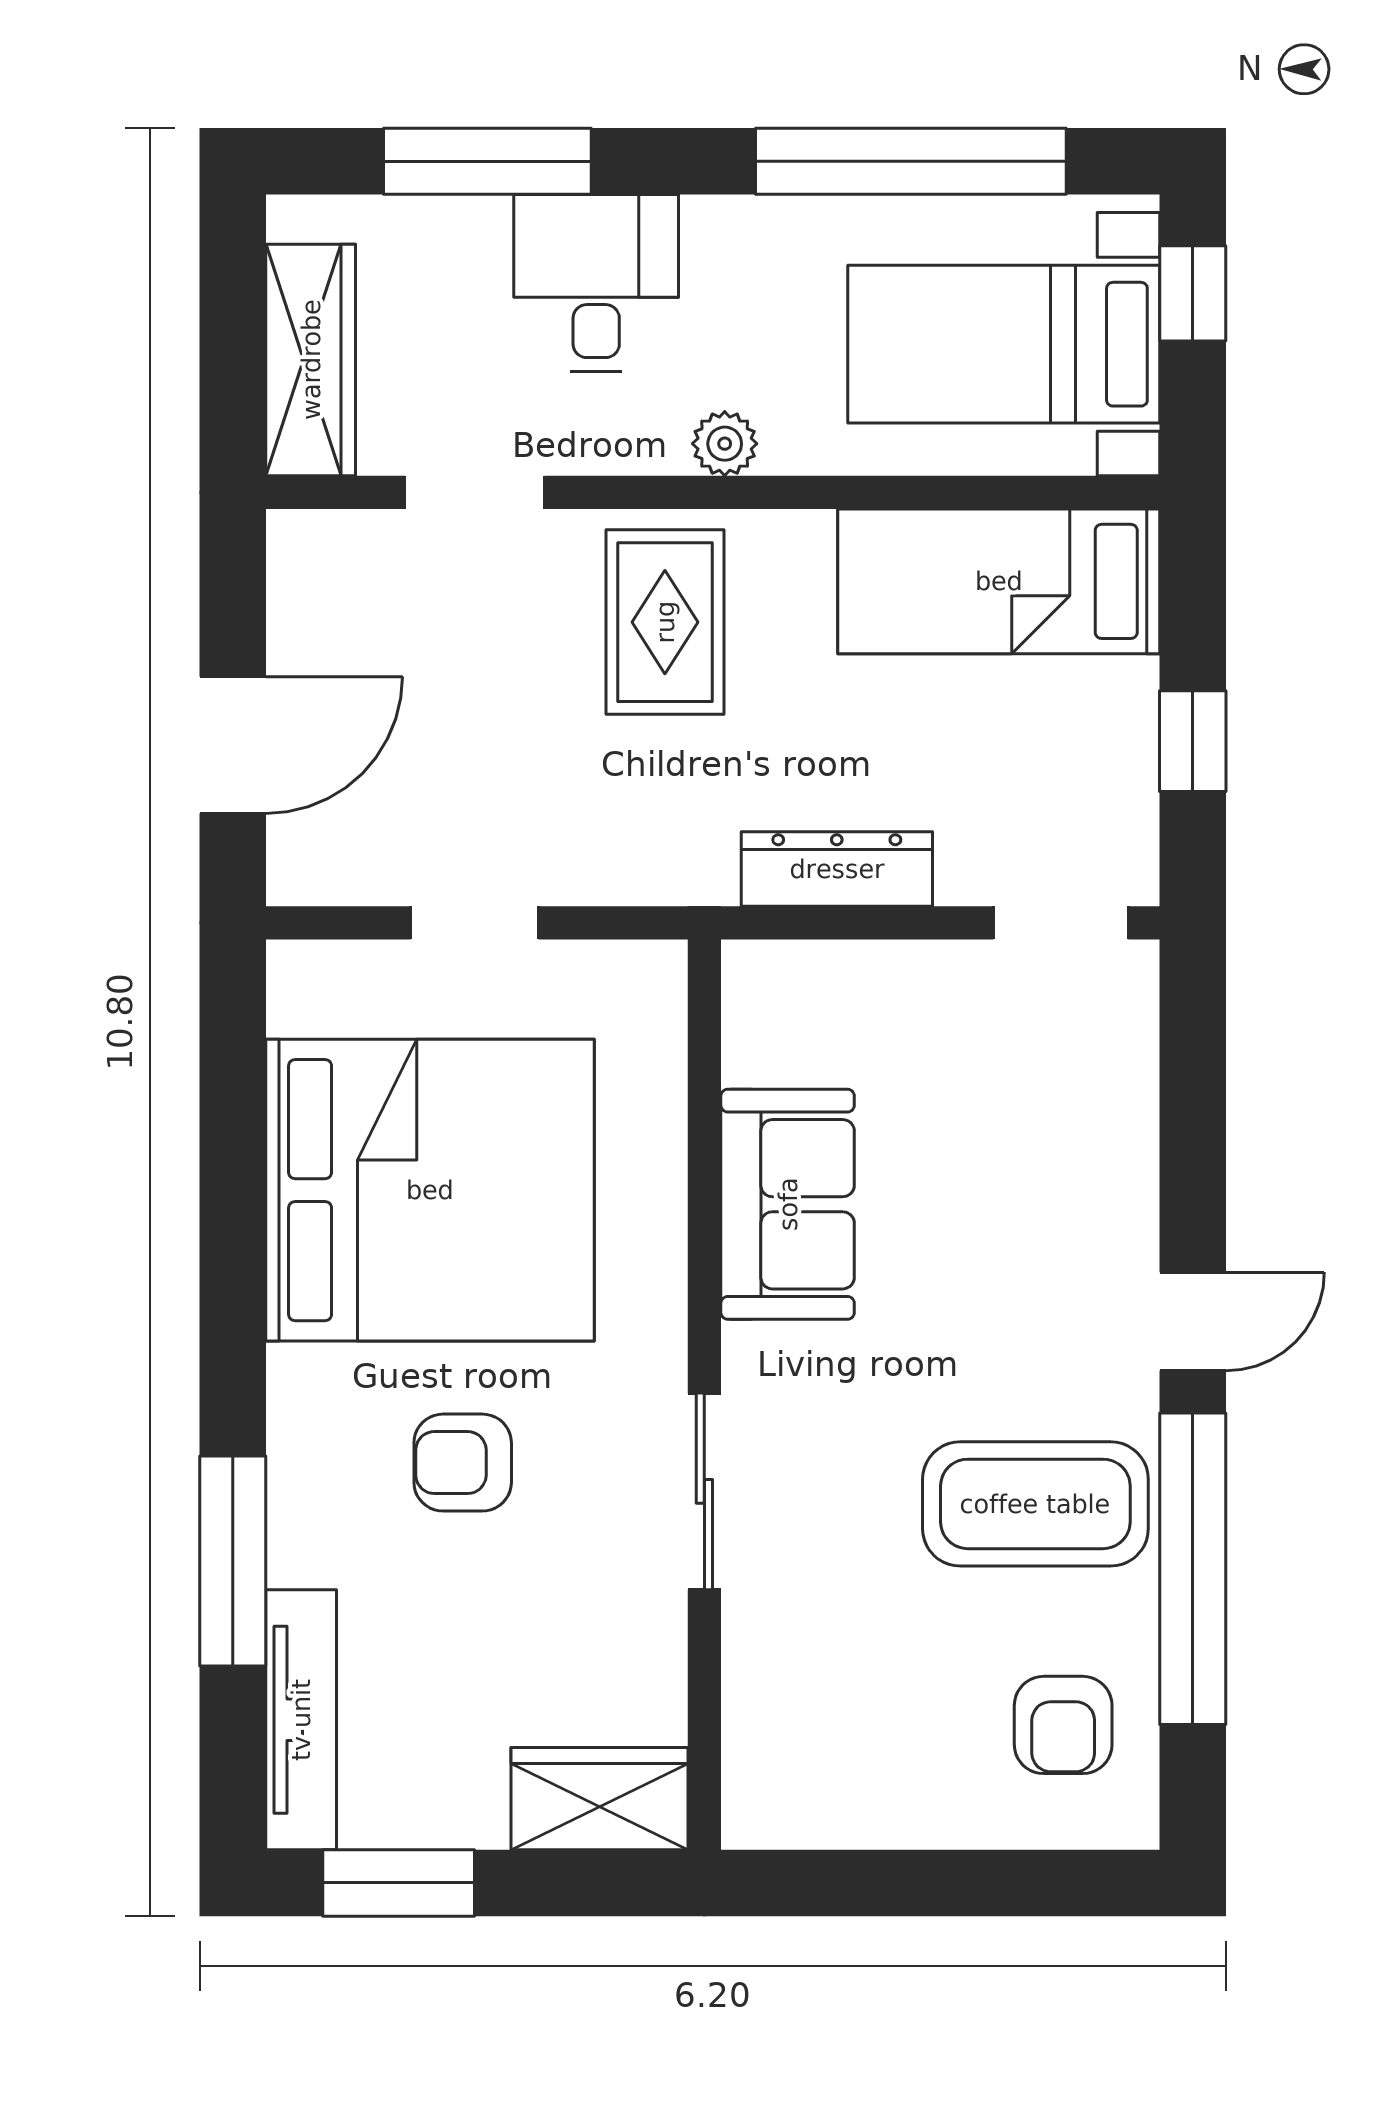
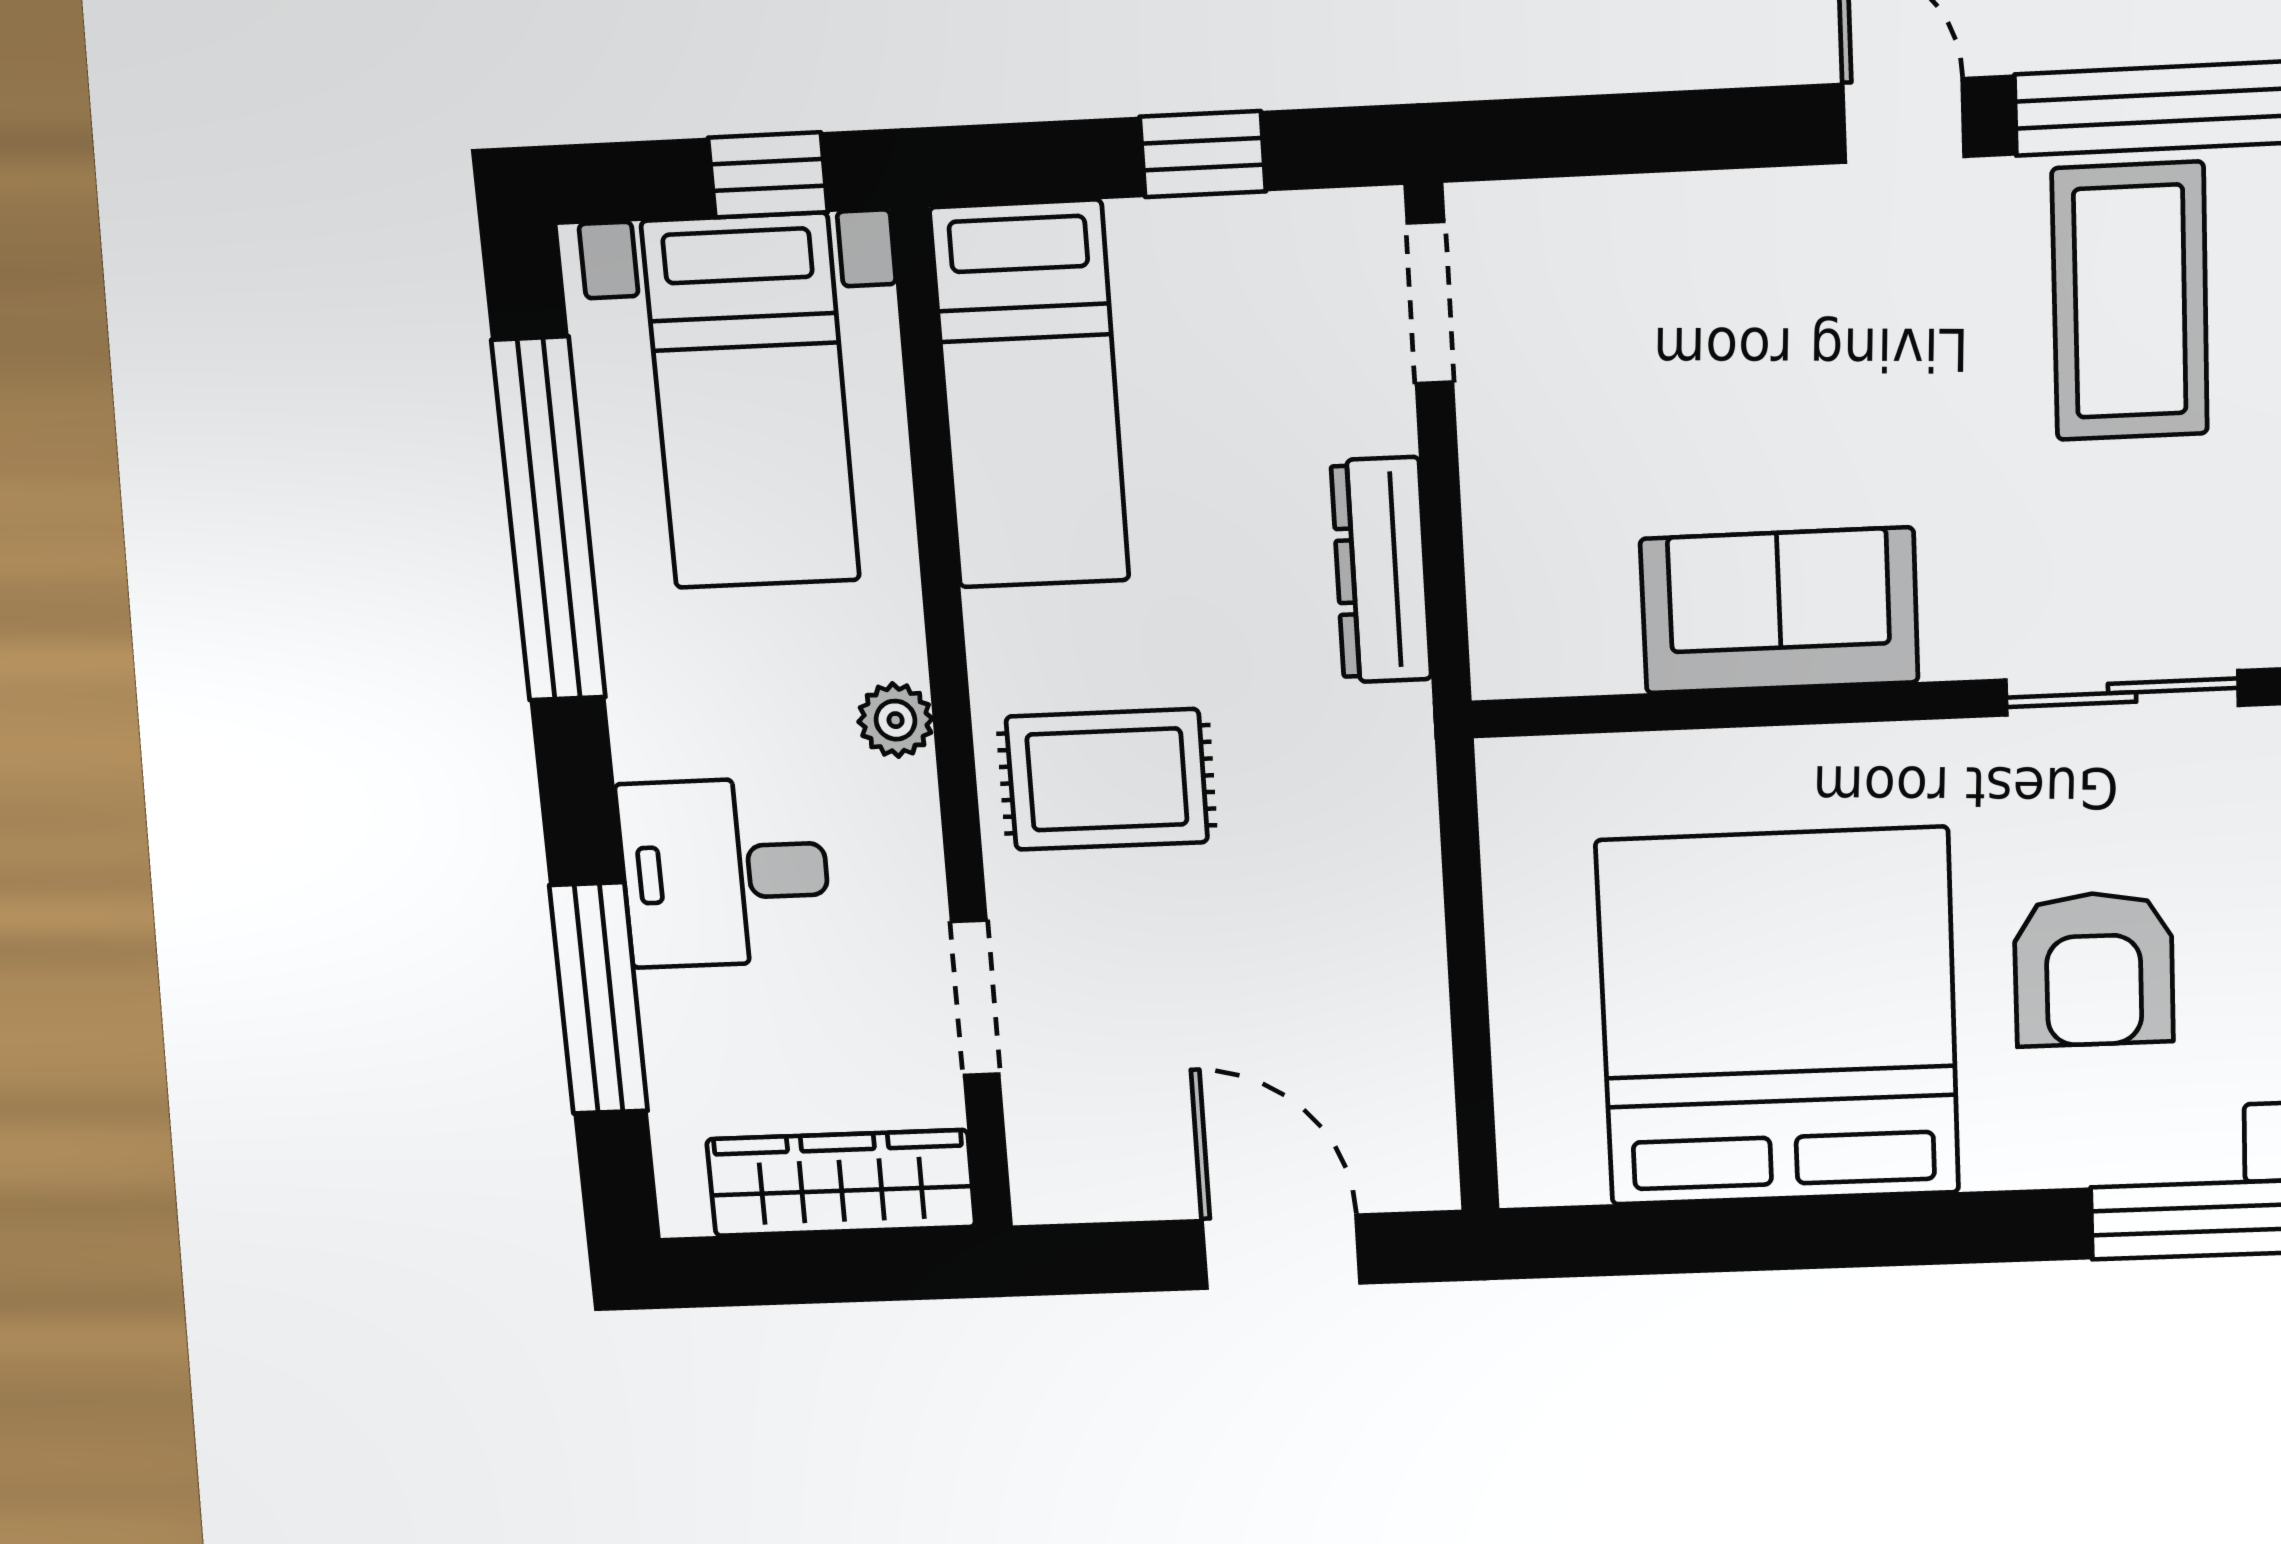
window: (1193, 293) -> (768, 175), moved
doorway: (475, 923) -> (1468, 980), removed
armchair: (463, 1463) -> (2094, 969), width x1.38, depth x1.38

